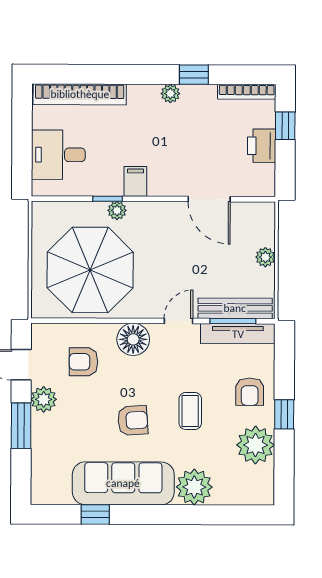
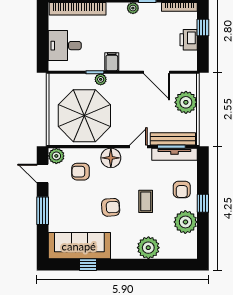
plant: (265, 257) -> (186, 102), width x1.87, depth x1.87
plant: (44, 399) -> (56, 156), moved
sofa: (123, 483) -> (79, 246), moved

